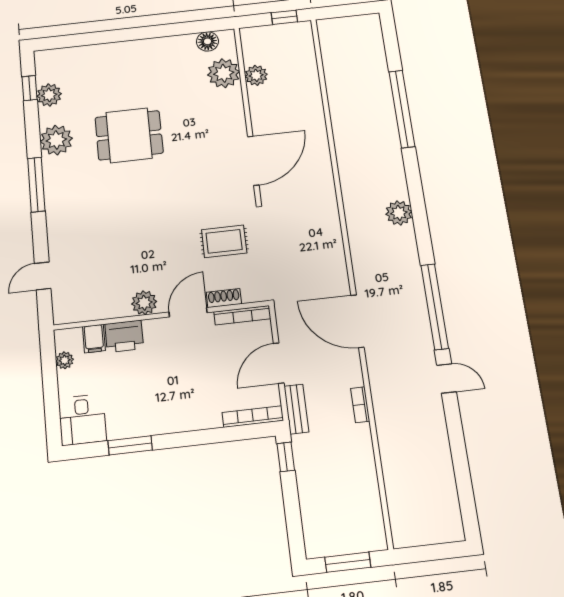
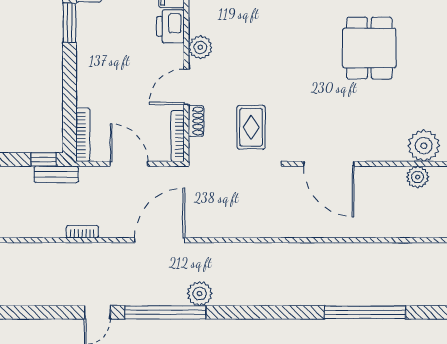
plant: (399, 213) -> (200, 294), moved
door: (188, 312) -> (186, 87), swing flipped
bench: (296, 409) -> (56, 174), moved

